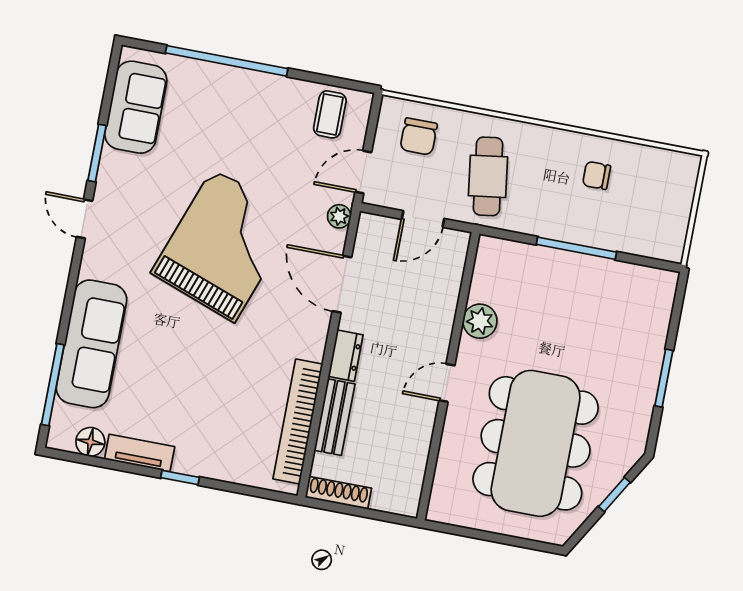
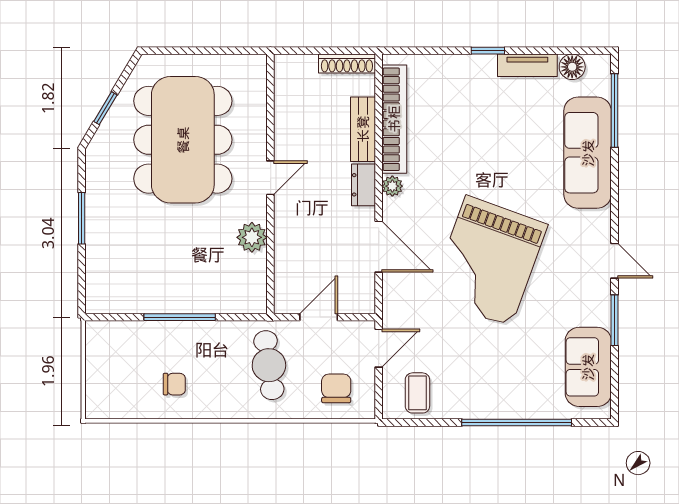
plant: (339, 216) -> (392, 186), moved

